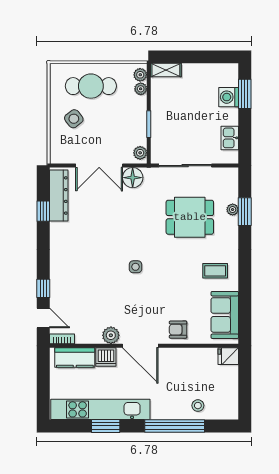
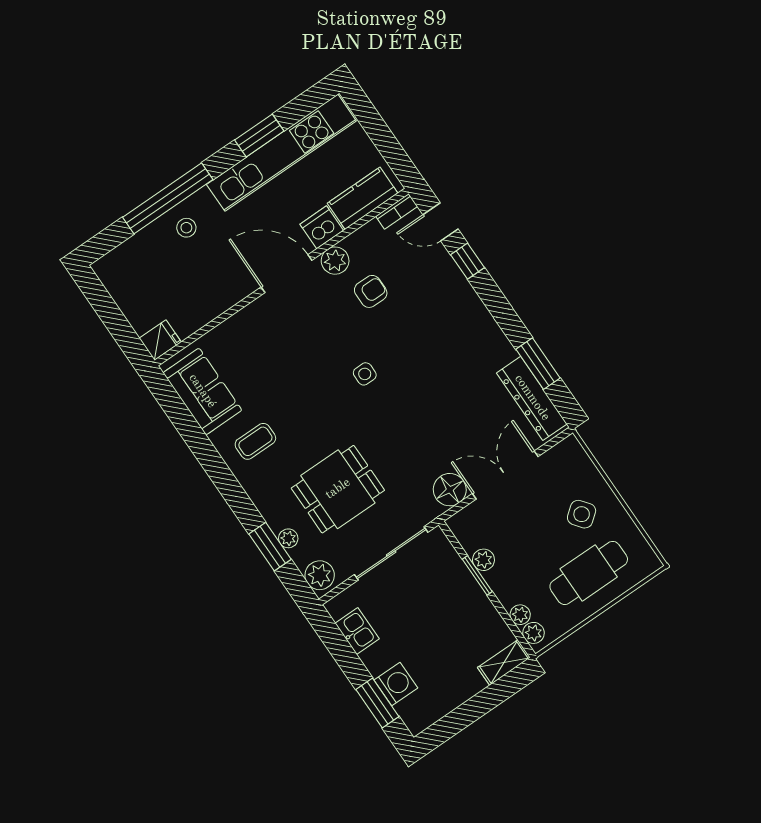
plant: (140, 153) -> (483, 560), moved
plant: (229, 180) -> (320, 575), added
window: (43, 211) -> (538, 364), width x1.50
armchair: (178, 330) -> (371, 291), moved
stool: (198, 406) -> (186, 228), moved

